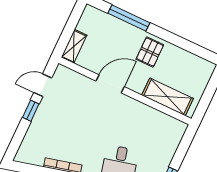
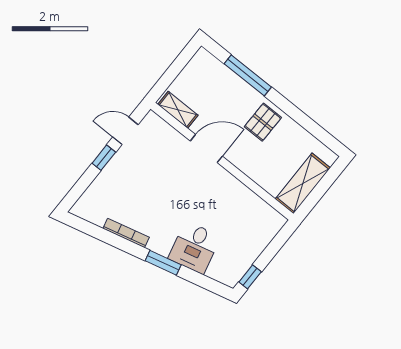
shelving: (74, 46) -> (178, 110), moved, turned 90
shelving: (167, 97) -> (303, 183), moved, turned 90

